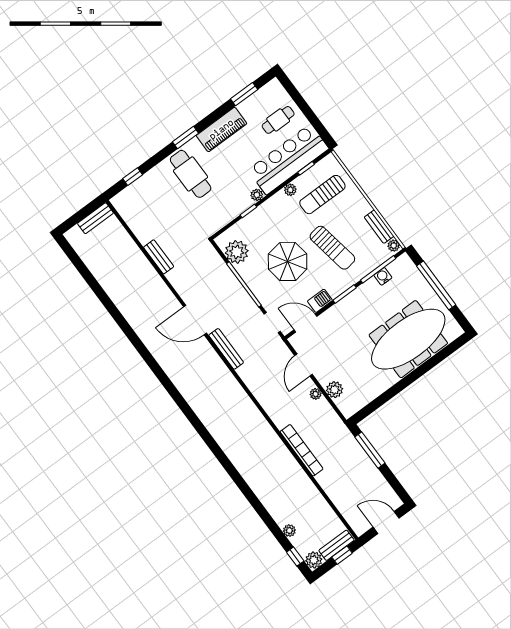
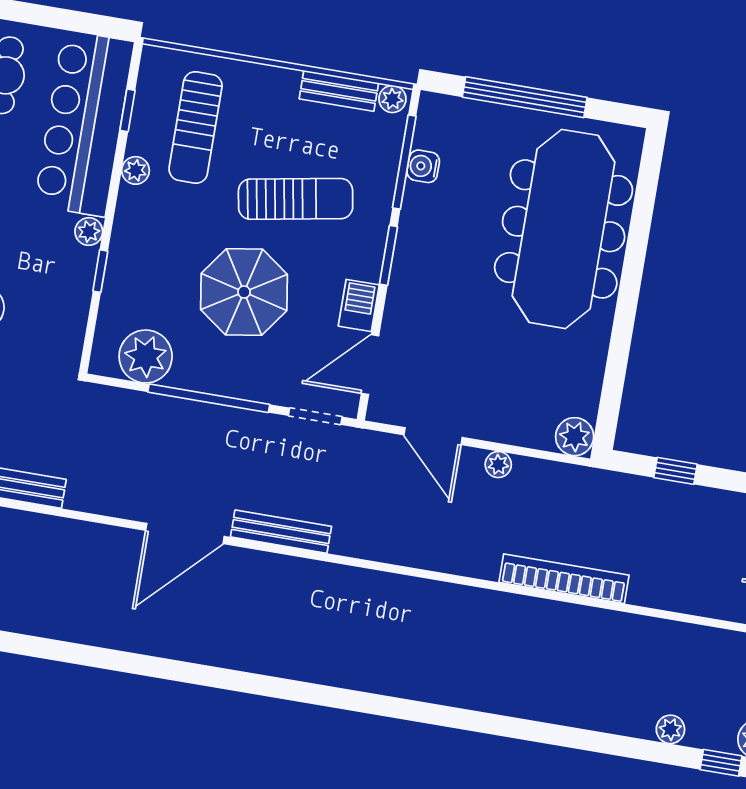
plant: (334, 390) -> (575, 437), moved
window: (370, 450) -> (675, 471), width x0.46

